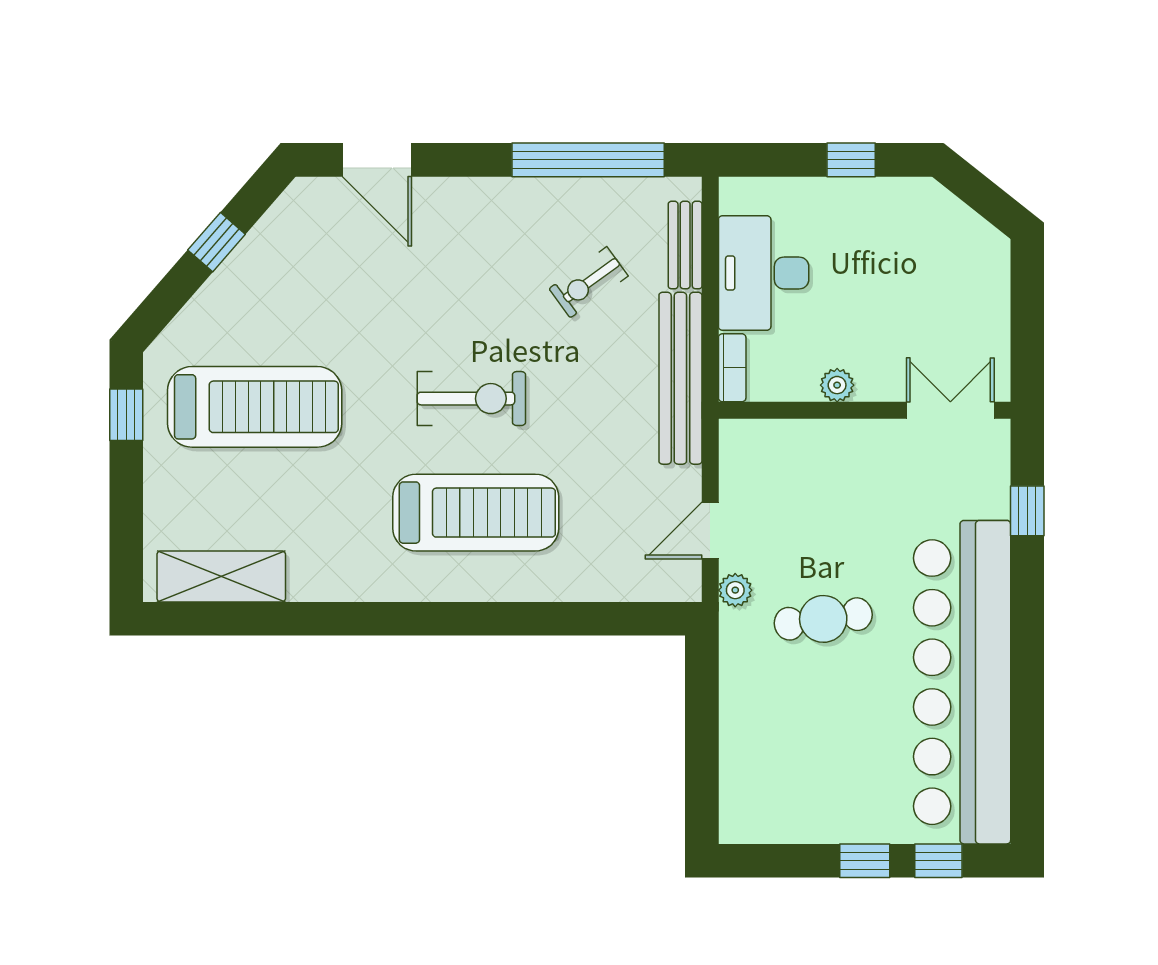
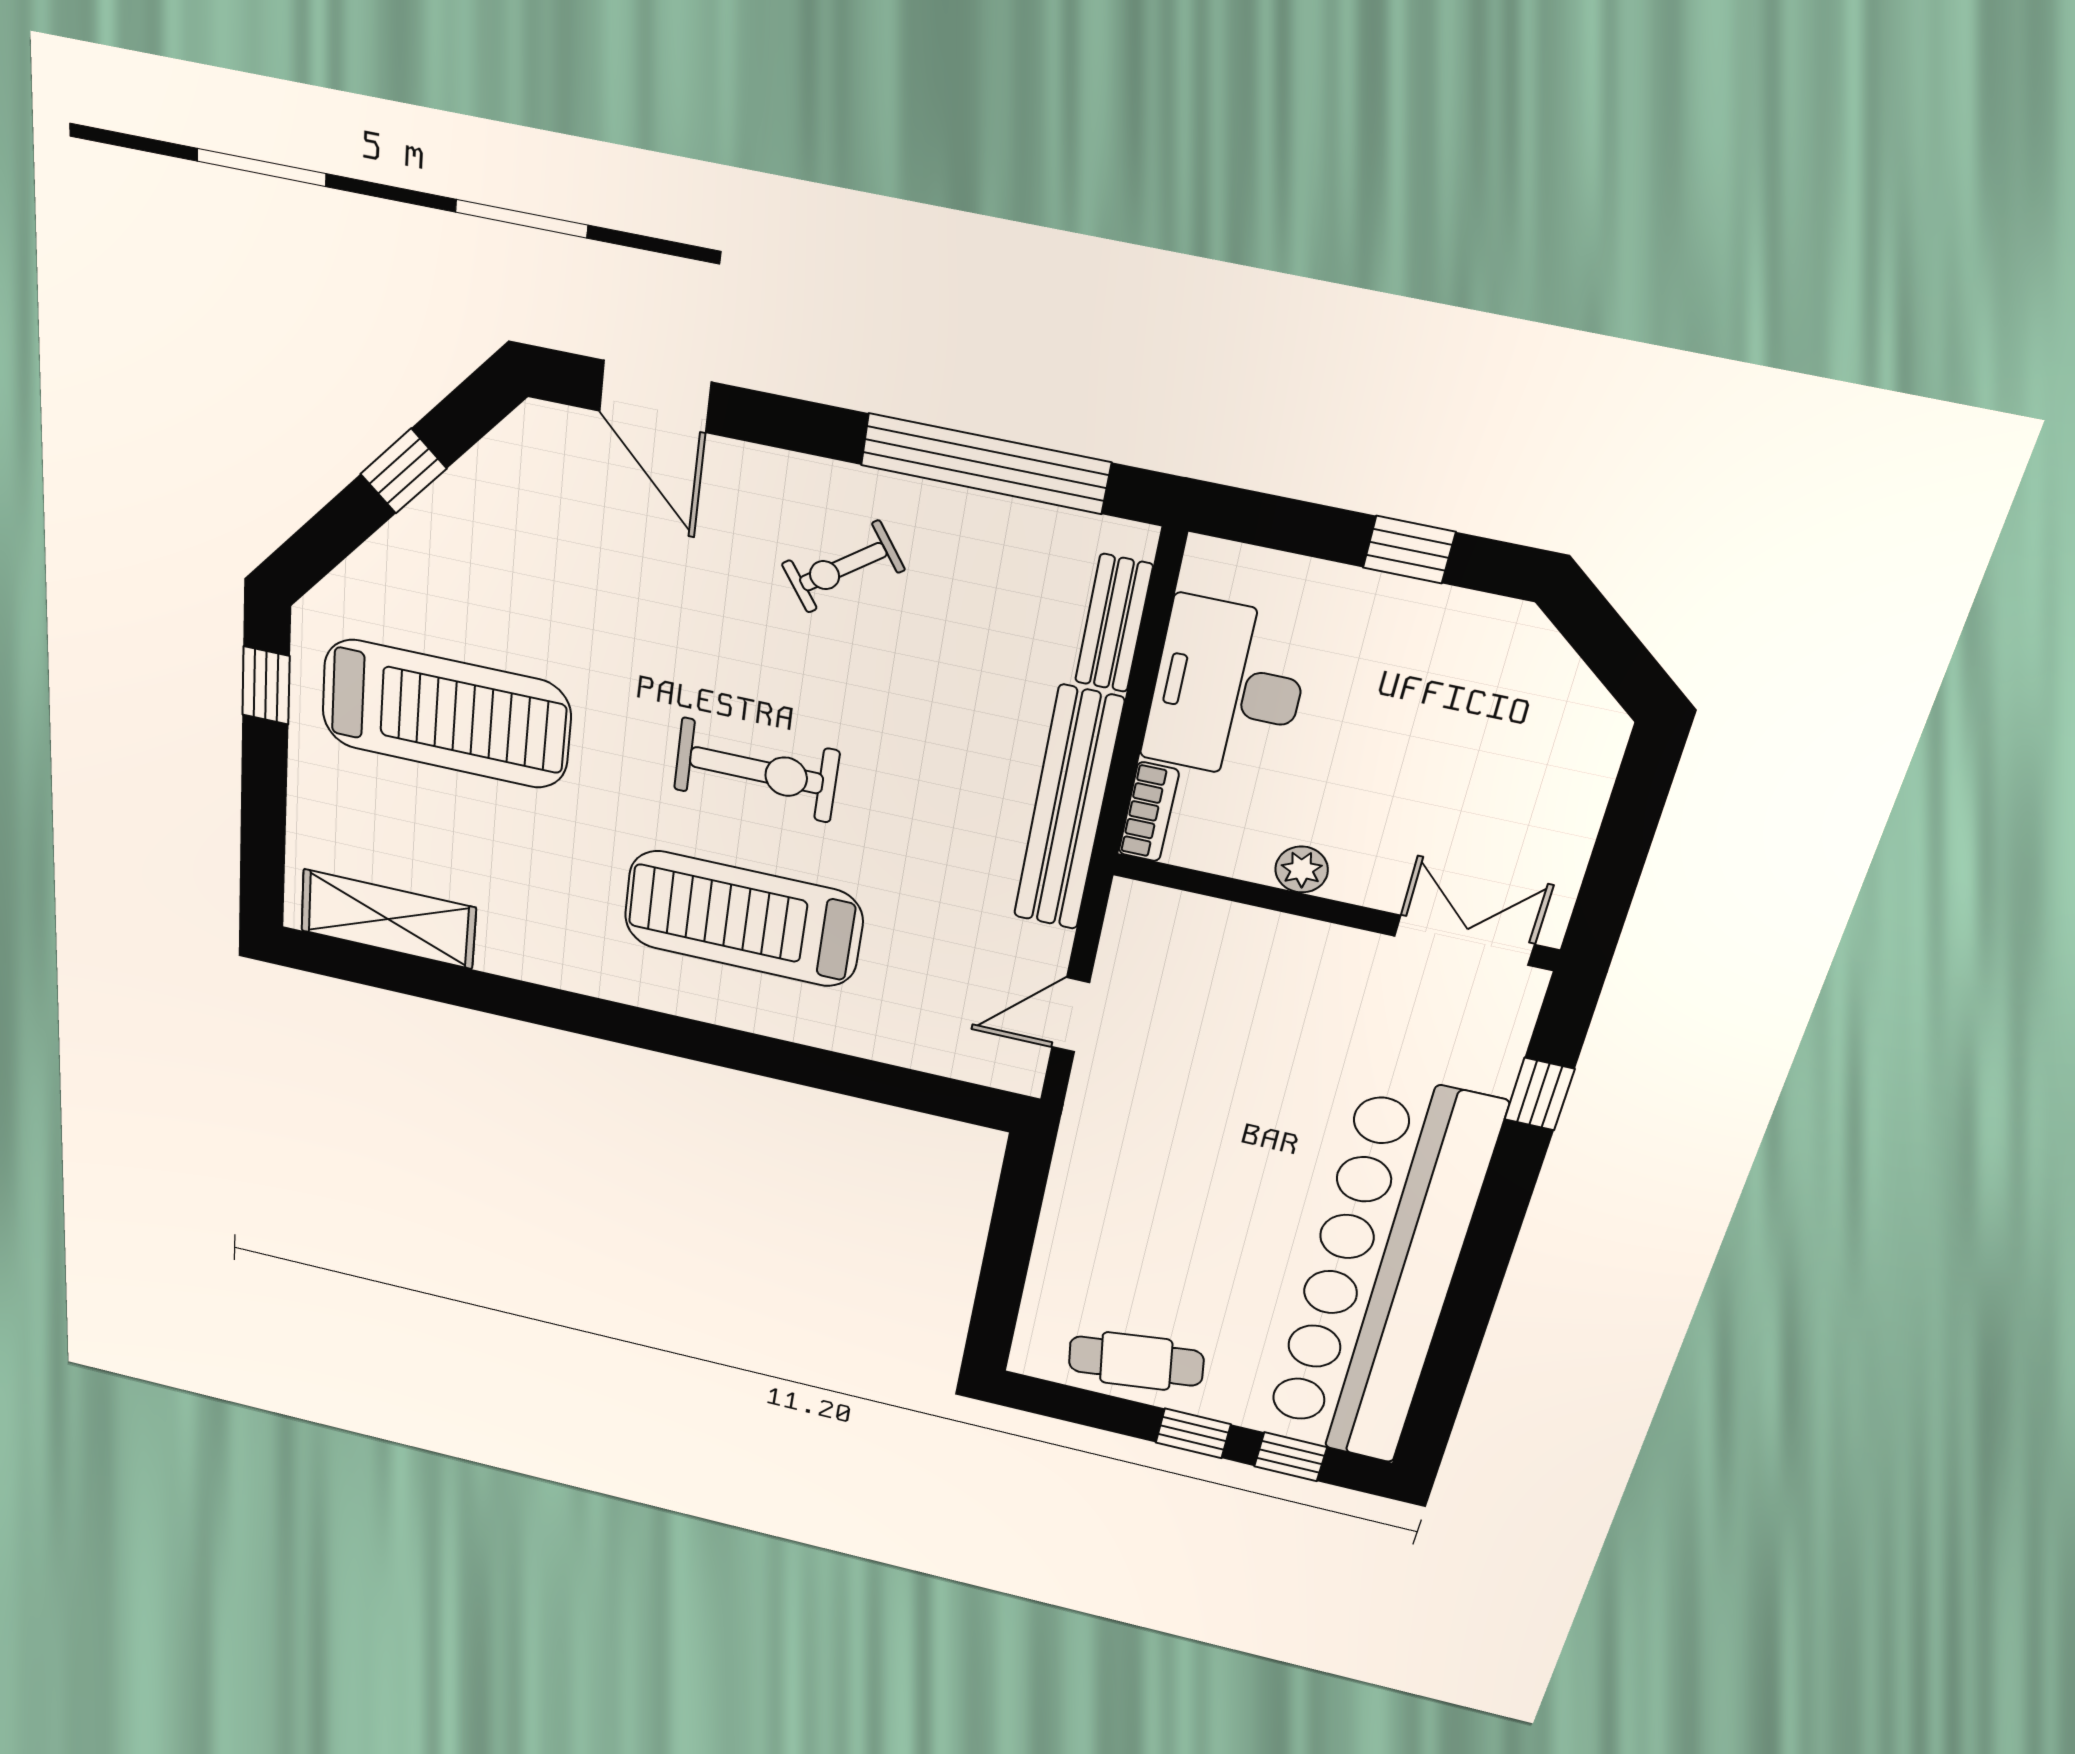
exercise bike: (589, 282) -> (843, 567), moved
treadmill: (476, 513) -> (743, 919), turned 180
plant: (735, 590) -> (1090, 1095), removed
cafe table: (823, 619) -> (1136, 1361), moved

